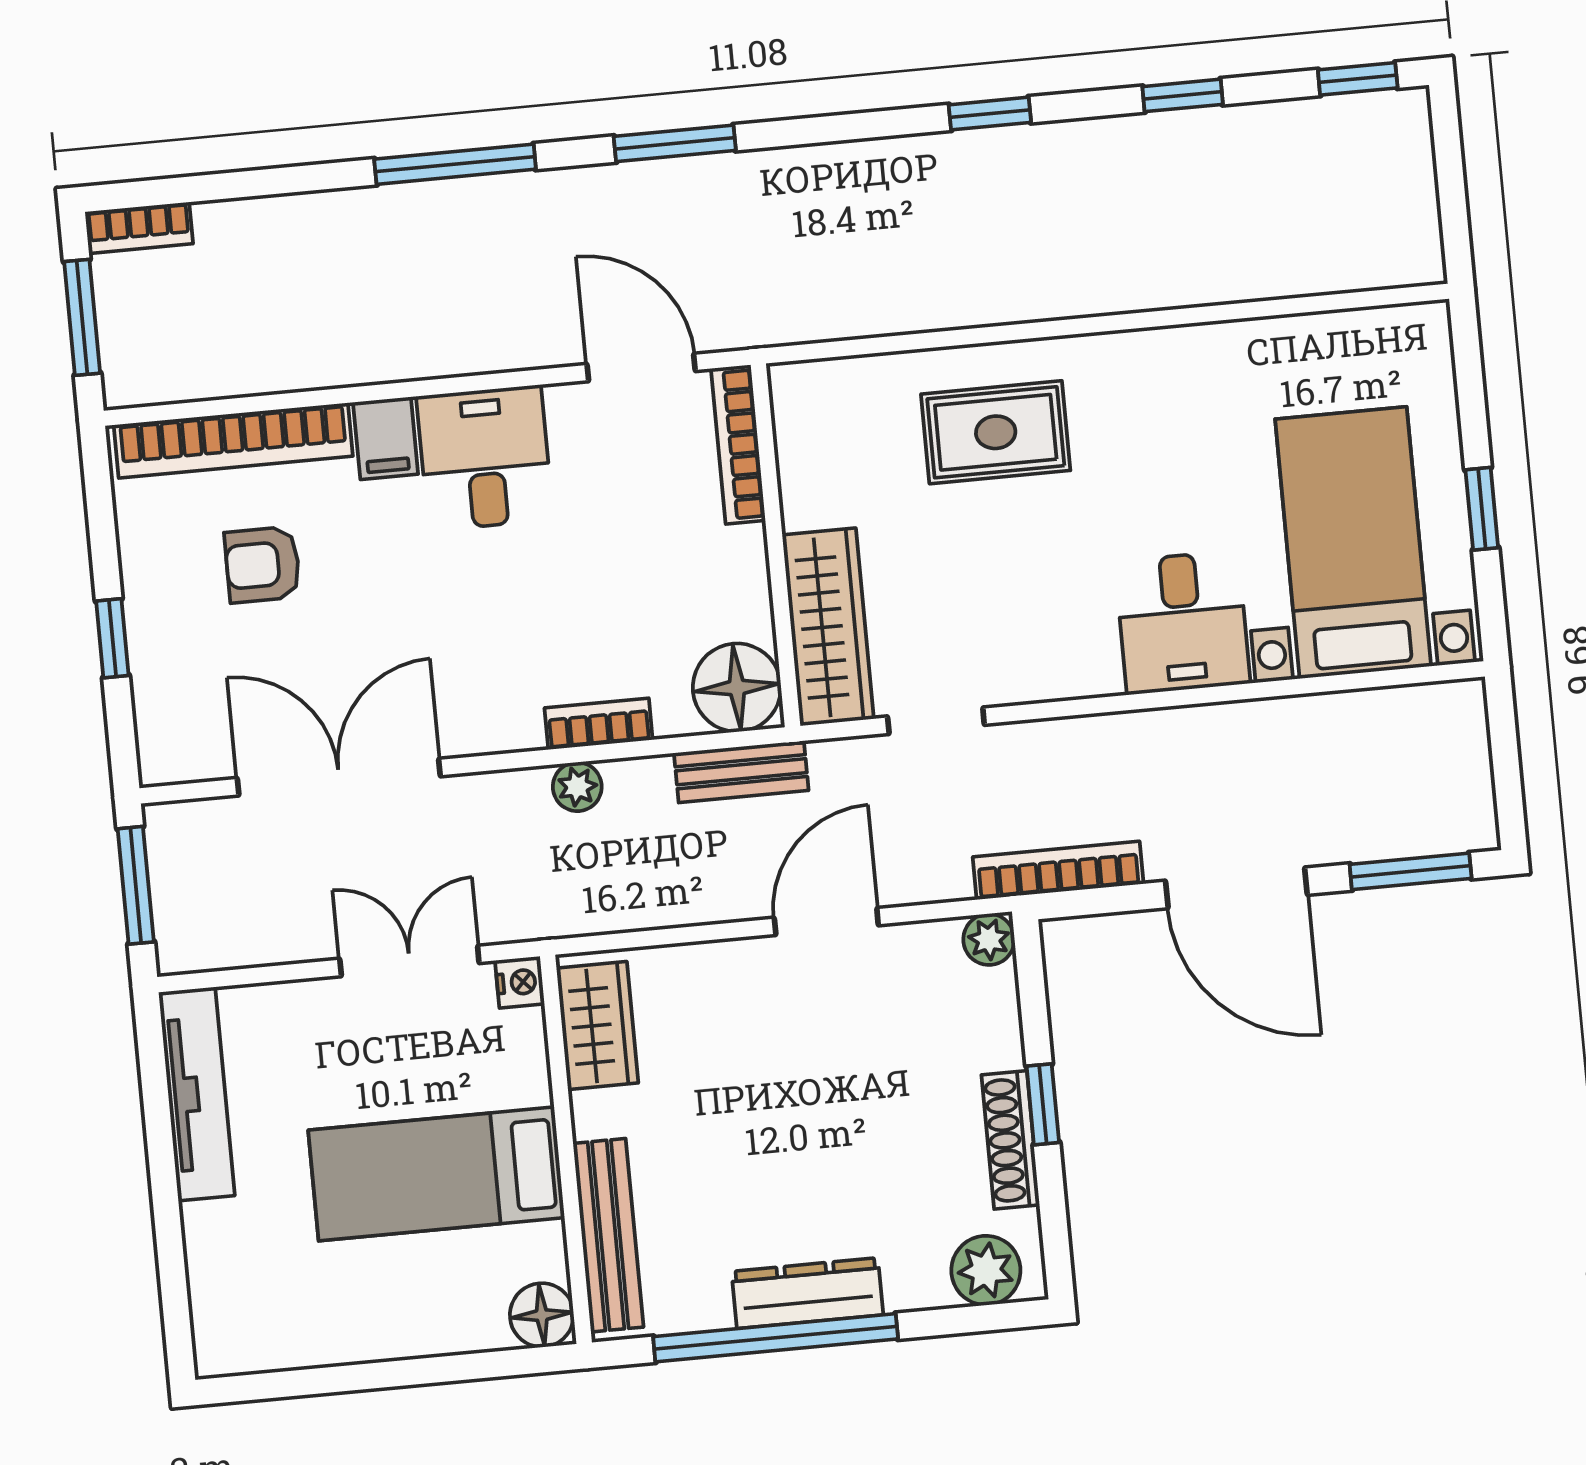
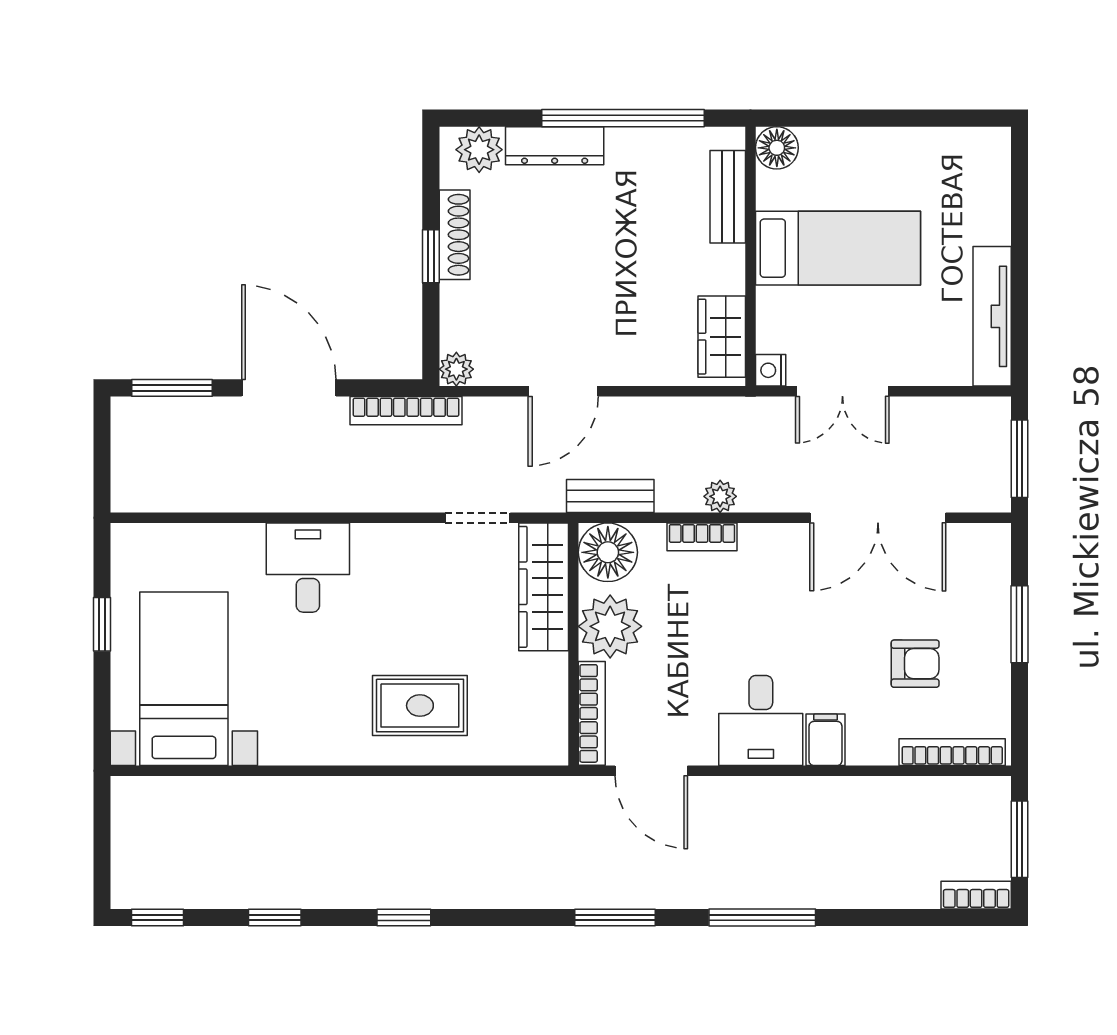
bookcase: (233, 441) -> (952, 752), width x0.68, depth x0.76
bed with nightstands: (1353, 543) -> (184, 679), moved, turned 180
plant: (723, 577) -> (610, 626), added
window: (112, 638) -> (1019, 624), width x1.50
bench: (608, 1235) -> (728, 197), width x0.73
dresser: (807, 1293) -> (555, 146), moved

